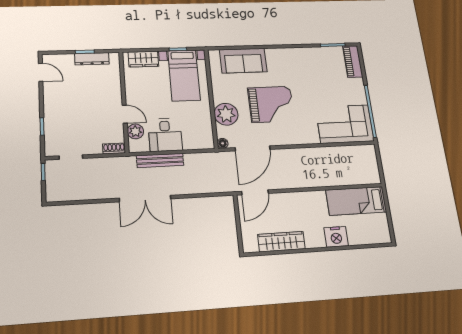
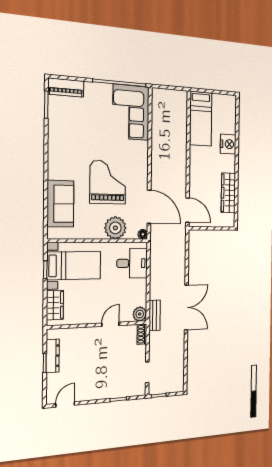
plant: (135, 131) -> (140, 314), moved
desk: (165, 135) -> (132, 263), moved
bench: (160, 160) -> (155, 315), moved, width x0.73

